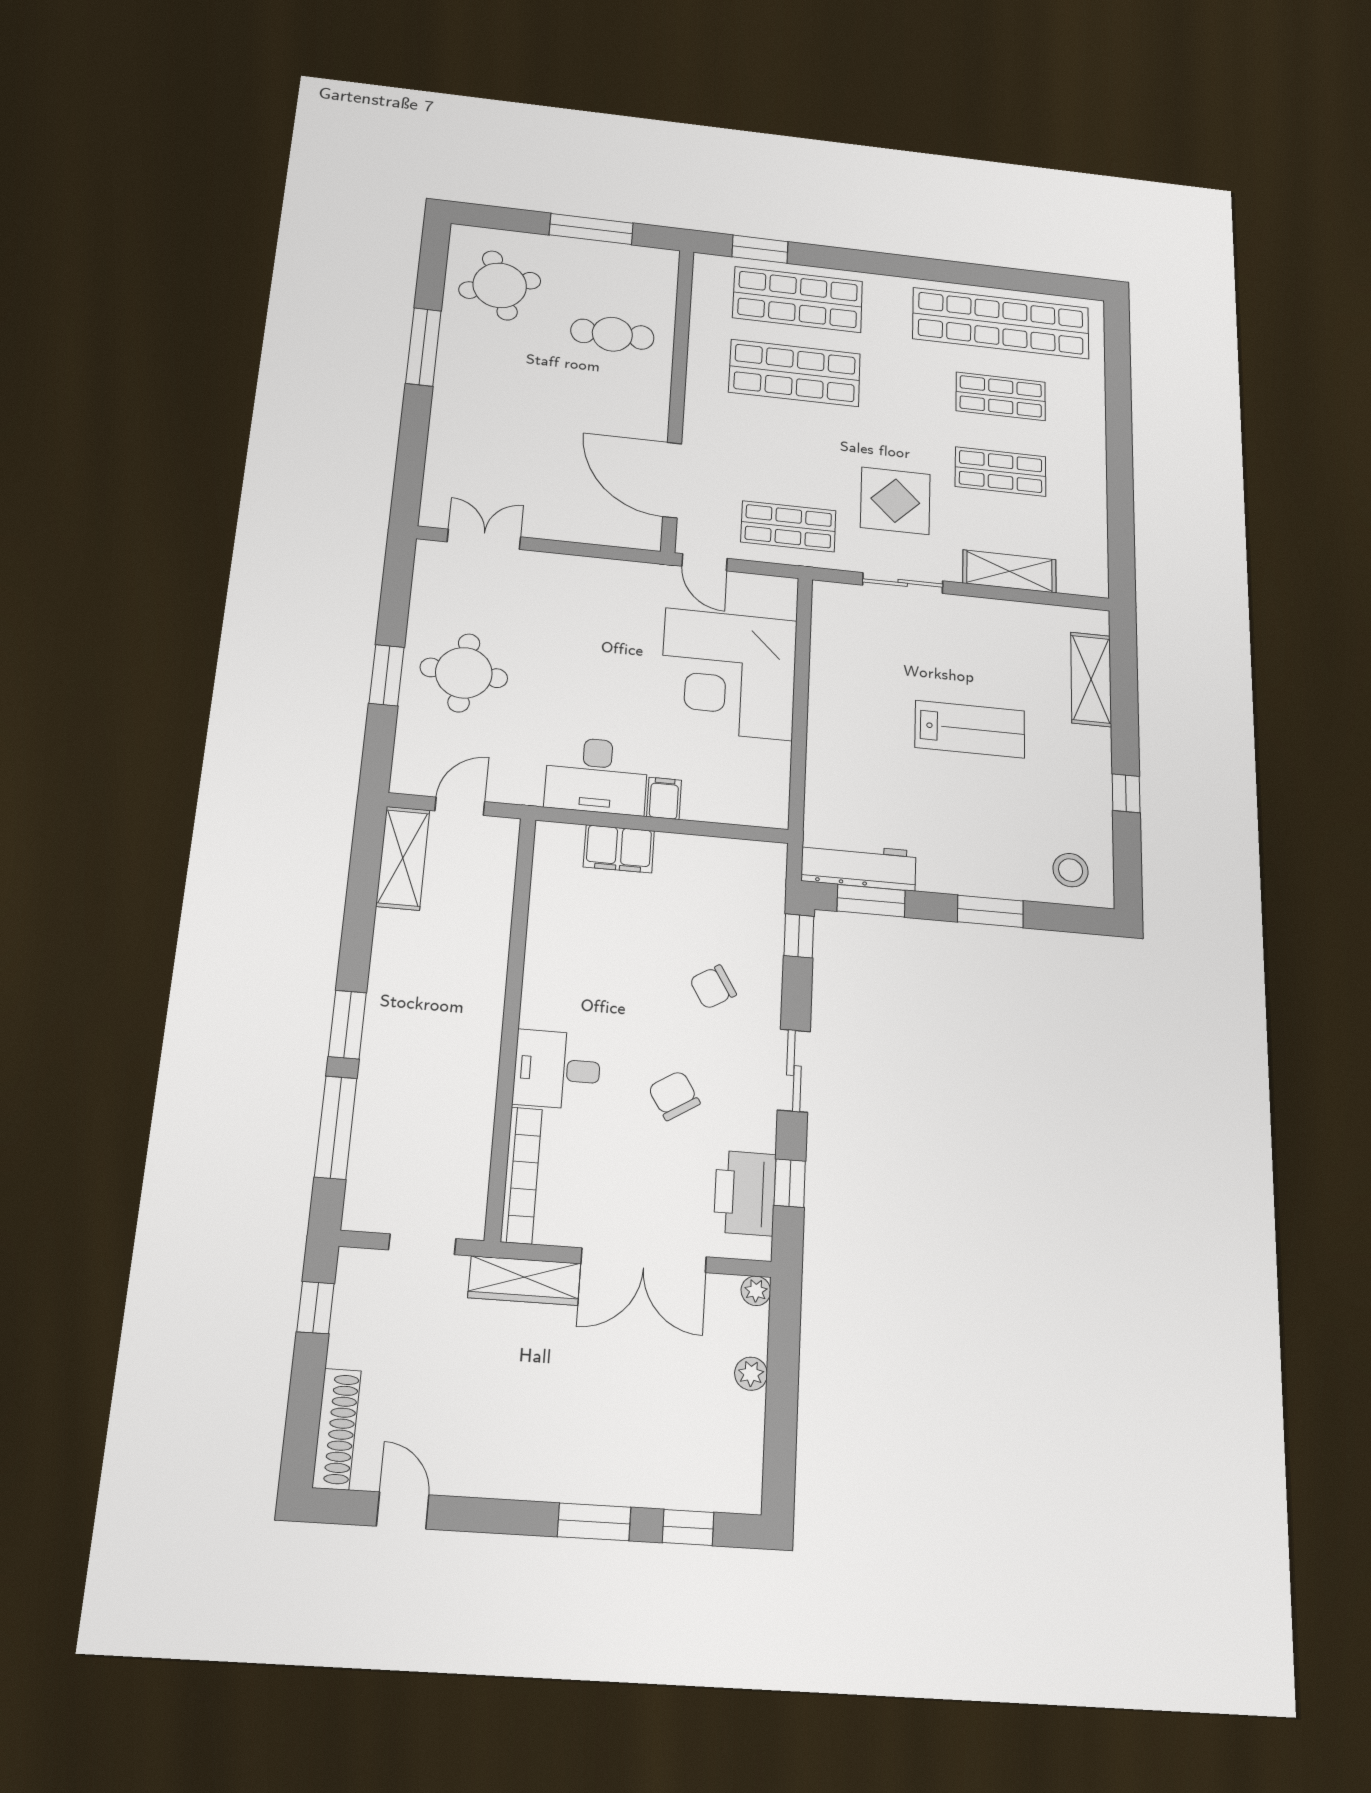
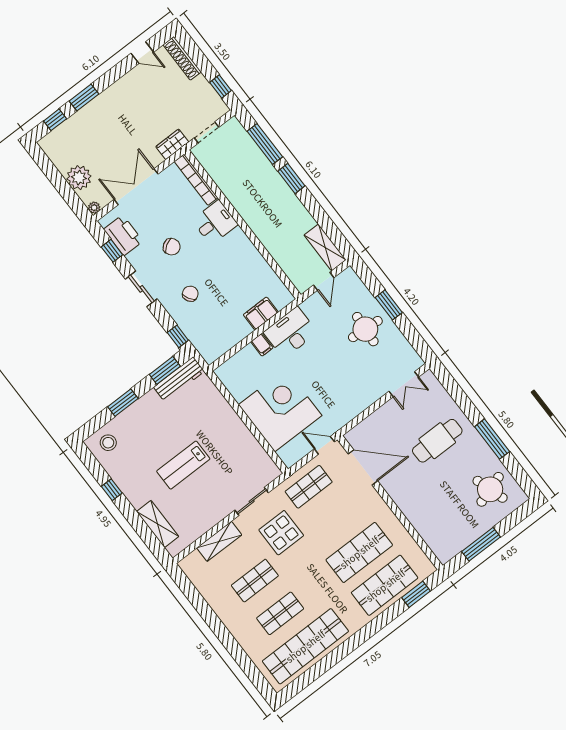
cafe table: (612, 334) -> (437, 441), moved, width x1.37, depth x1.35
wardrobe: (524, 1281) -> (172, 144), width x0.67
plant: (751, 1374) -> (79, 178), width x1.87, depth x1.87

